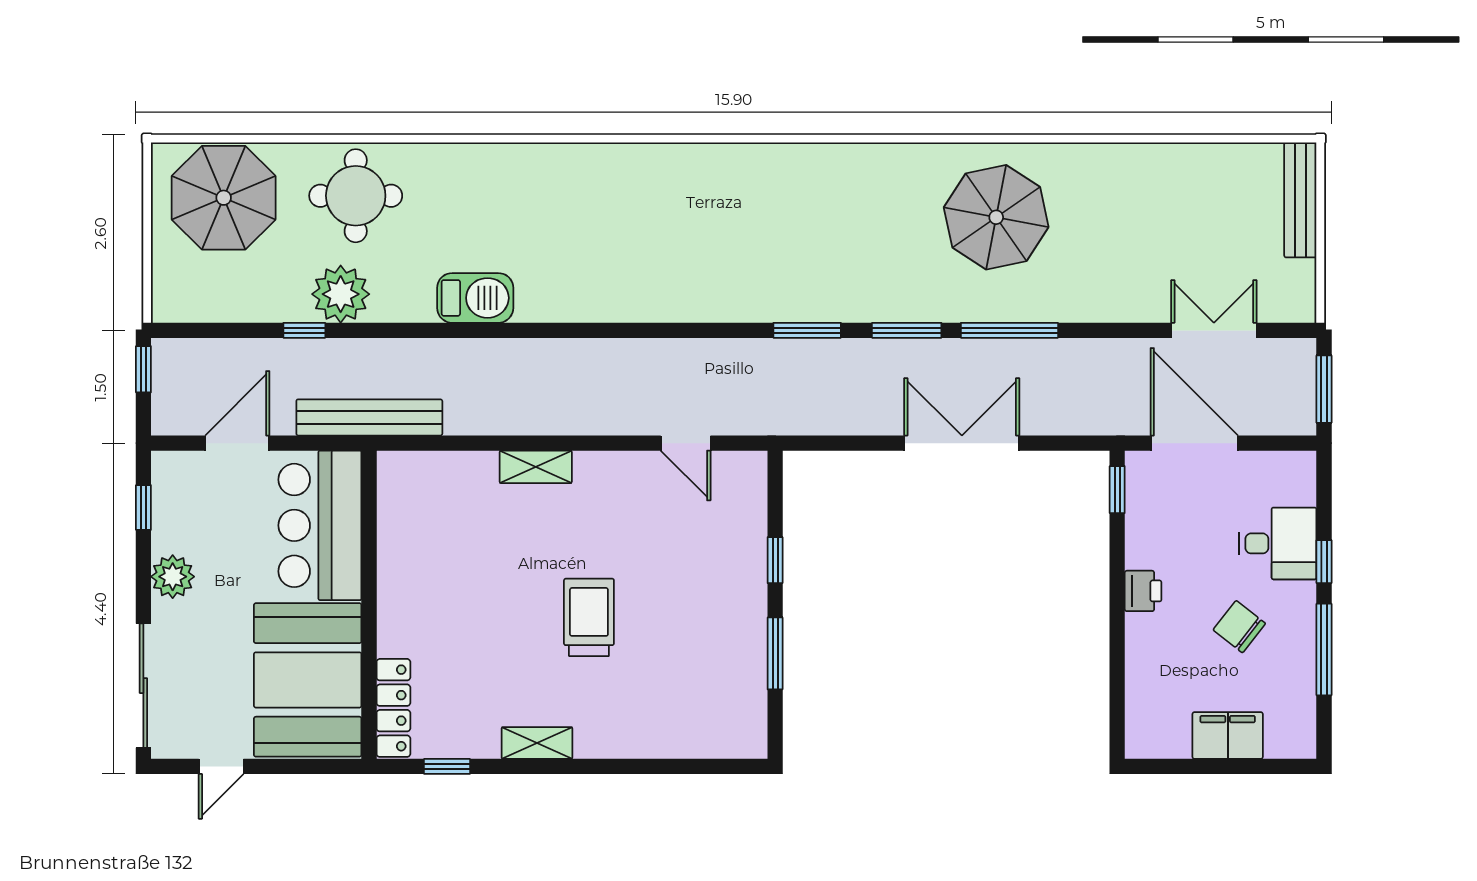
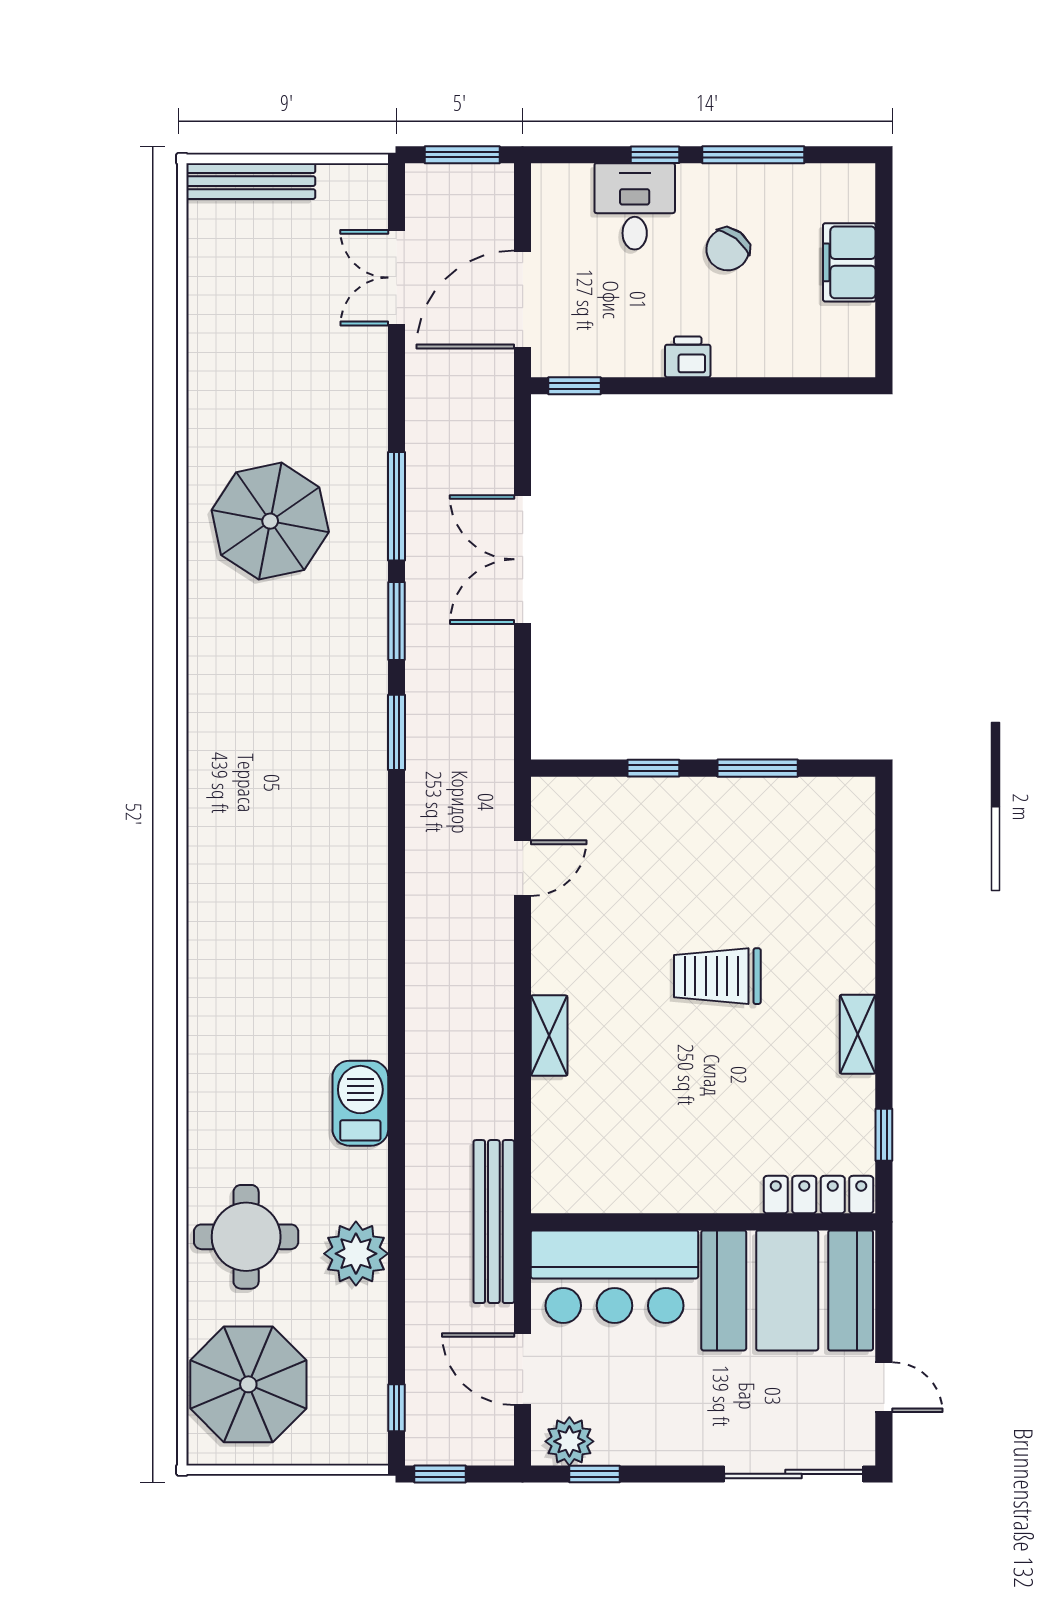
window: (304, 330) -> (396, 1408), moved
plant: (173, 577) -> (569, 1441), moved

